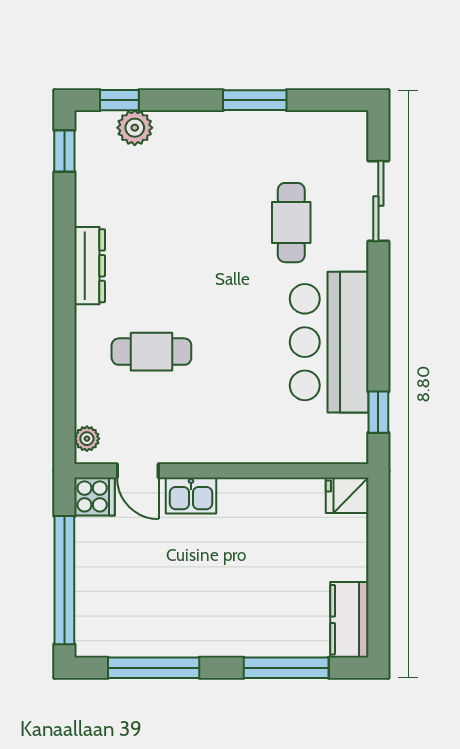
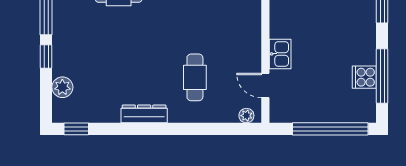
window: (119, 100) -> (46, 57), moved
door: (138, 471) -> (265, 85), swing flipped
cooker: (95, 496) -> (364, 77), moved, turned -90

